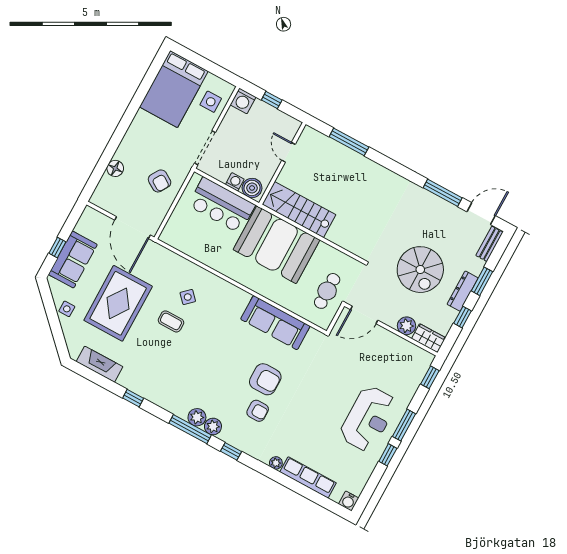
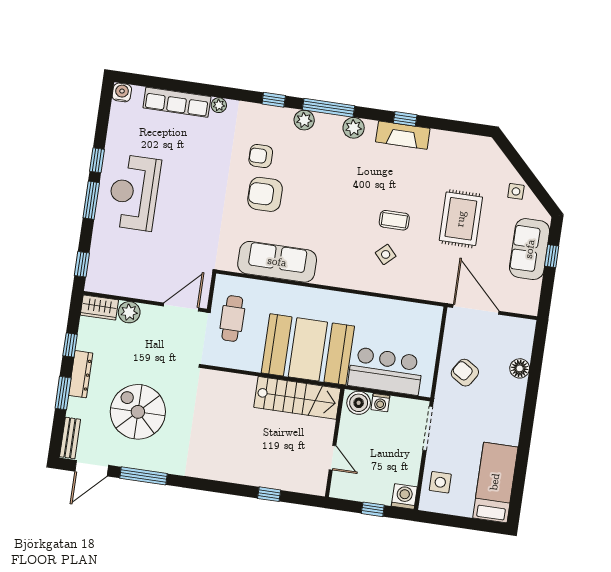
bed: (174, 89) -> (495, 482), width x0.67
window: (349, 142) -> (269, 494), width x0.46
spiral stairs: (420, 270) -> (138, 412), moved
rug: (118, 303) -> (461, 219), width x0.73, depth x0.69
fireplace: (100, 364) -> (403, 135), moved
plant: (197, 417) -> (354, 128), moved

